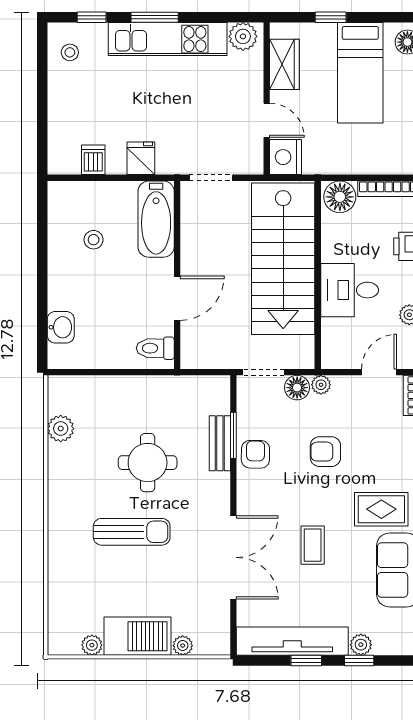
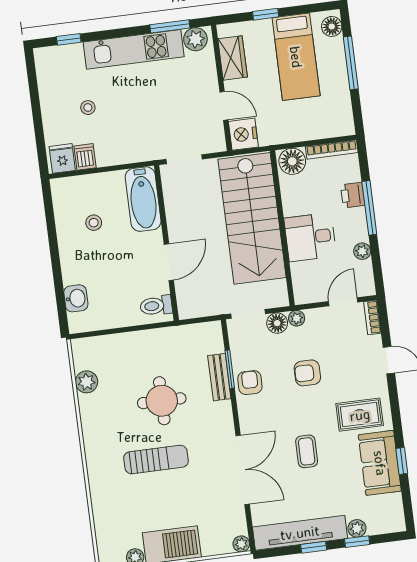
window: (155, 17) -> (170, 26), moved
stool: (70, 52) -> (88, 108), moved
fridge: (141, 158) -> (62, 158), moved
plant: (183, 646) -> (241, 544), moved

